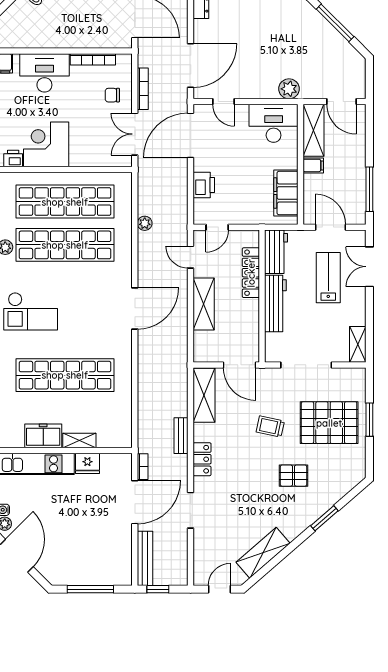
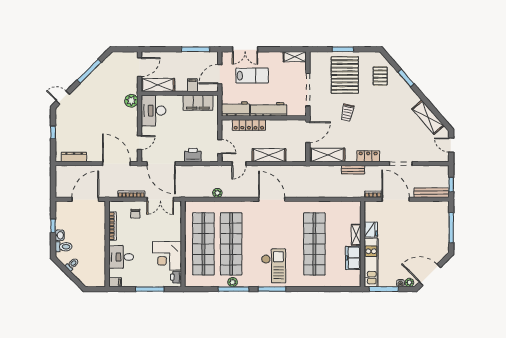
desk: (44, 73) -> (121, 257), width x0.73
filing cabinet: (313, 165) -> (192, 85), moved
lab bench: (328, 278) -> (252, 76), turned 180
pallet: (294, 476) -> (380, 76), moved

